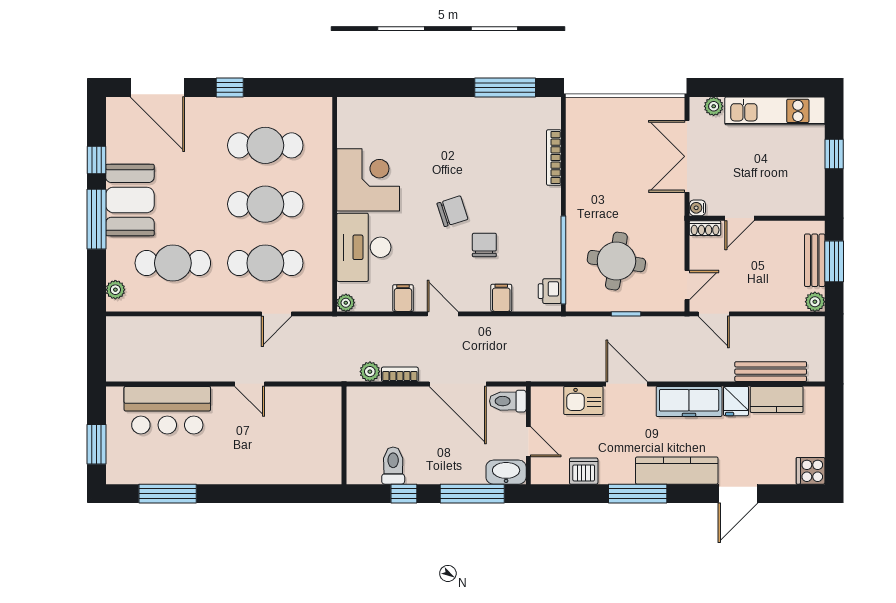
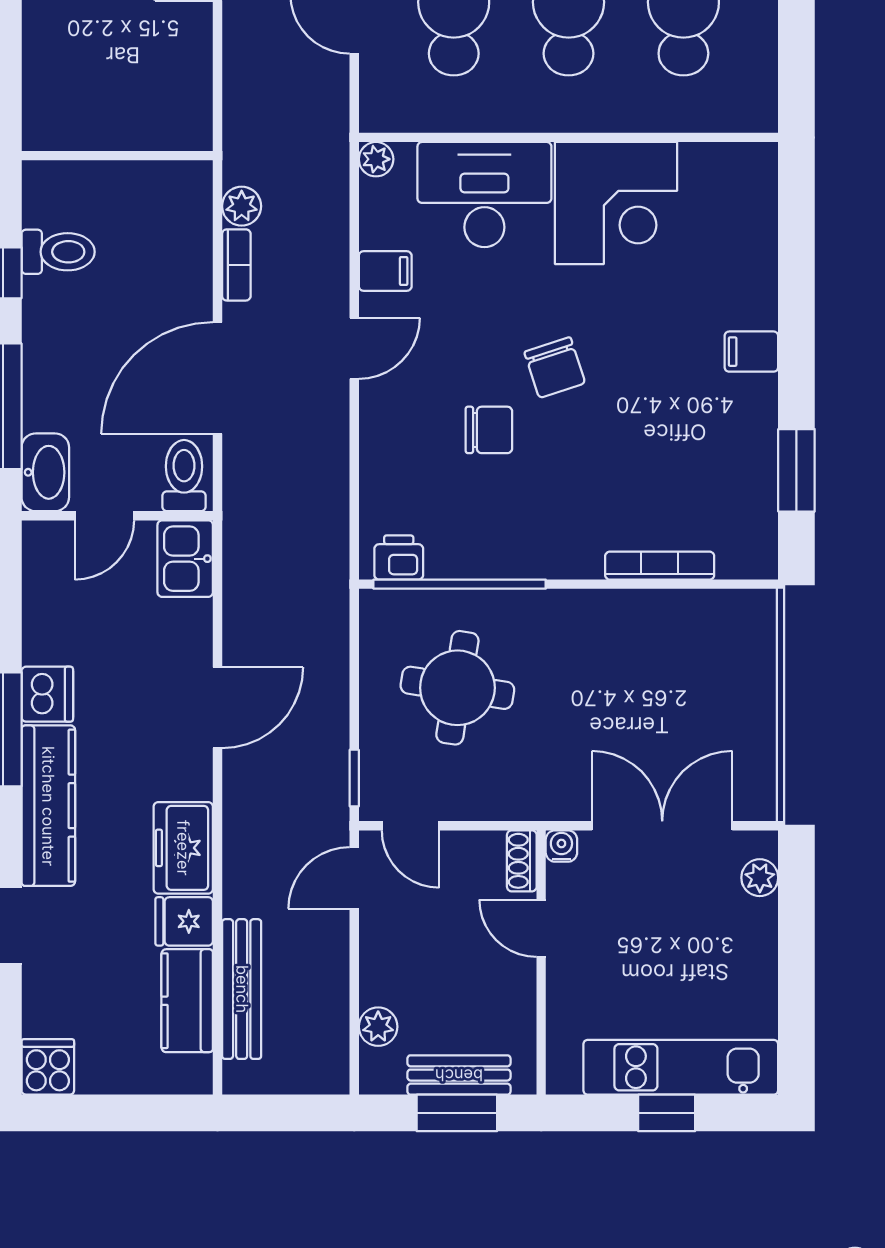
window: (505, 87) -> (796, 470), width x0.69
kitchen unit: (775, 111) -> (681, 1067), moved, turned 90
filing cabinet: (501, 298) -> (751, 352), moved, turned 180
plant: (815, 302) -> (378, 1027), moved
window: (626, 314) -> (354, 778), moved
kitchen sink: (583, 400) -> (185, 559), moved
freezer: (689, 401) -> (183, 848), width x0.71
dishwasher: (584, 471) -> (47, 694), moved

